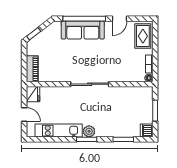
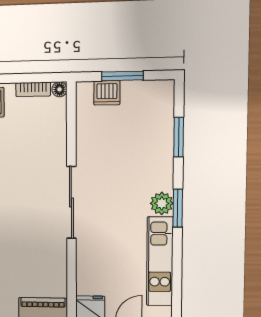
dishwasher: (147, 131) -> (107, 93), moved

